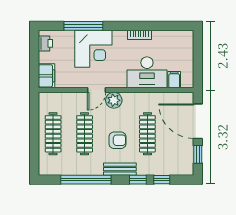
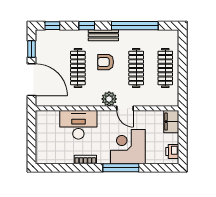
window: (83, 26) -> (121, 168), moved
filing cabinet: (174, 80) -> (53, 118), removed
door: (97, 90) -> (125, 108), swing flipped
window: (162, 180) -> (52, 26), moved

